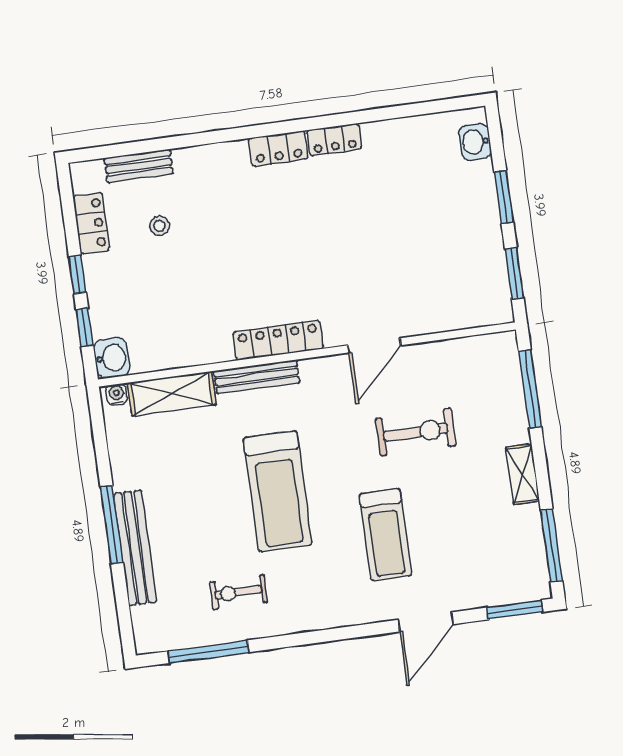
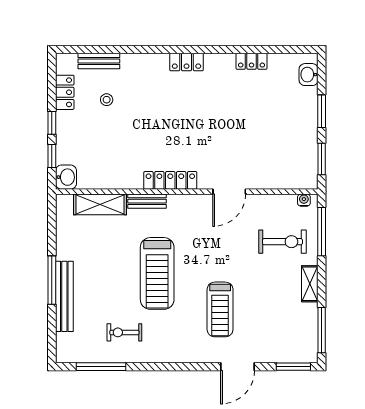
locker: (334, 140) -> (252, 61), moved
bench: (257, 377) -> (147, 201), width x0.73
water cooler: (117, 394) -> (304, 200), moved
exercise bike: (416, 432) -> (282, 242), moved

